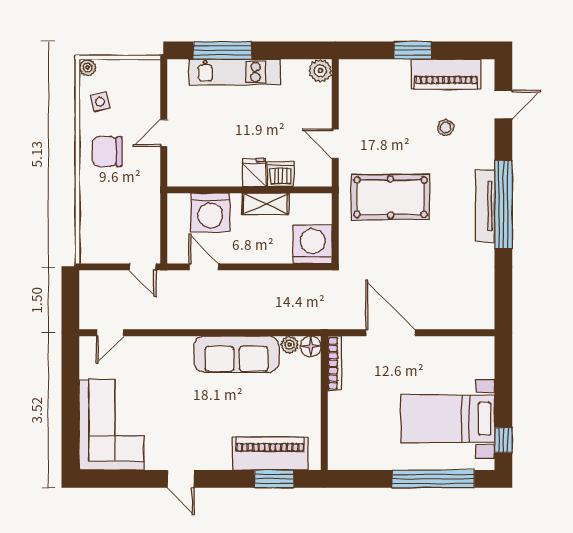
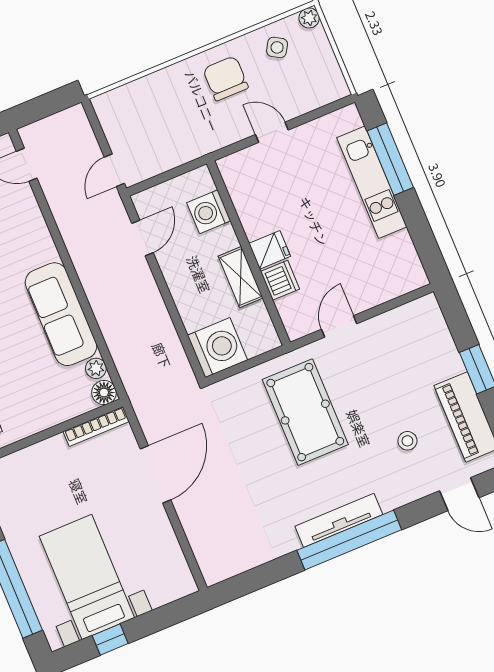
plant: (320, 71) -> (413, 276), removed
side table: (100, 102) -> (277, 47), turned 45
washing machine: (210, 213) -> (209, 212), width x0.73, depth x0.73
window: (503, 440) -> (110, 640), moved

